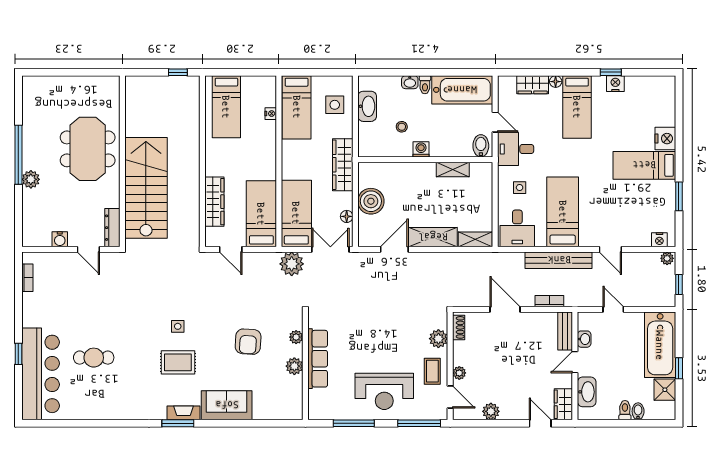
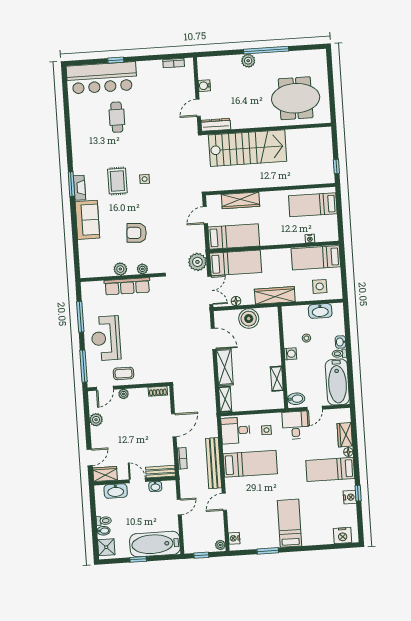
nightstand: (665, 139) -> (343, 536), moved
meeting table: (88, 149) -> (296, 98), moved
plant: (438, 339) -> (148, 376), removed
shower: (665, 390) -> (106, 547), moved

